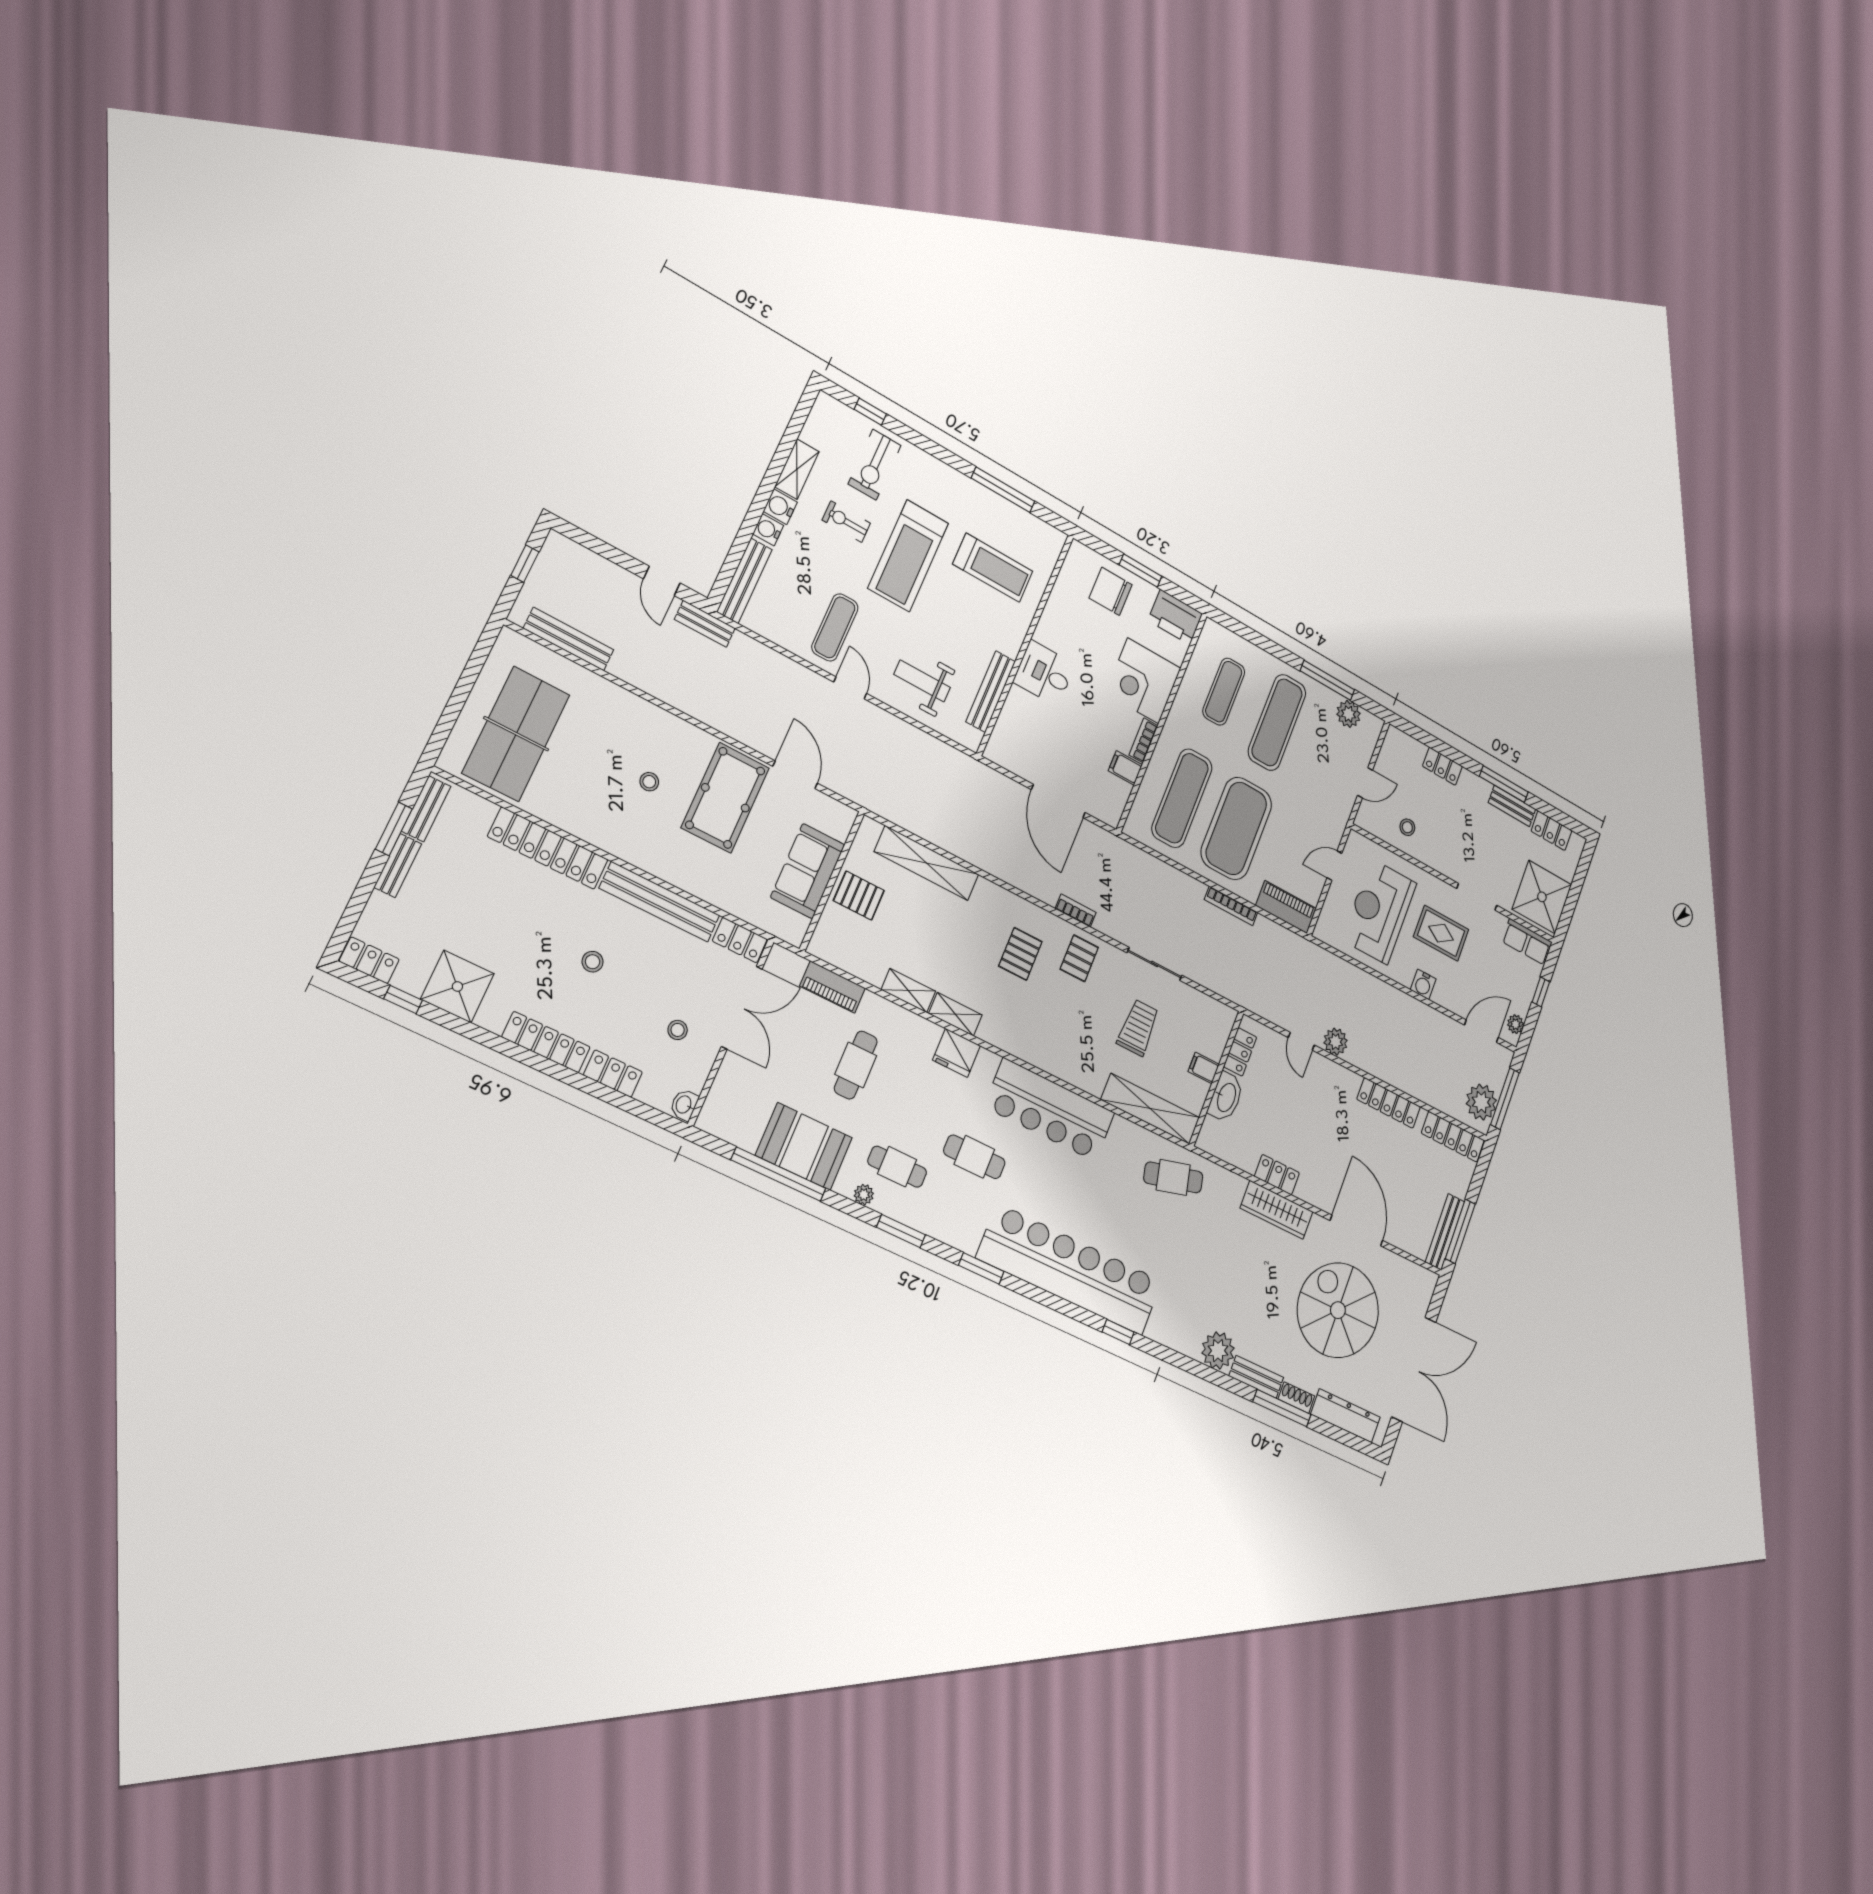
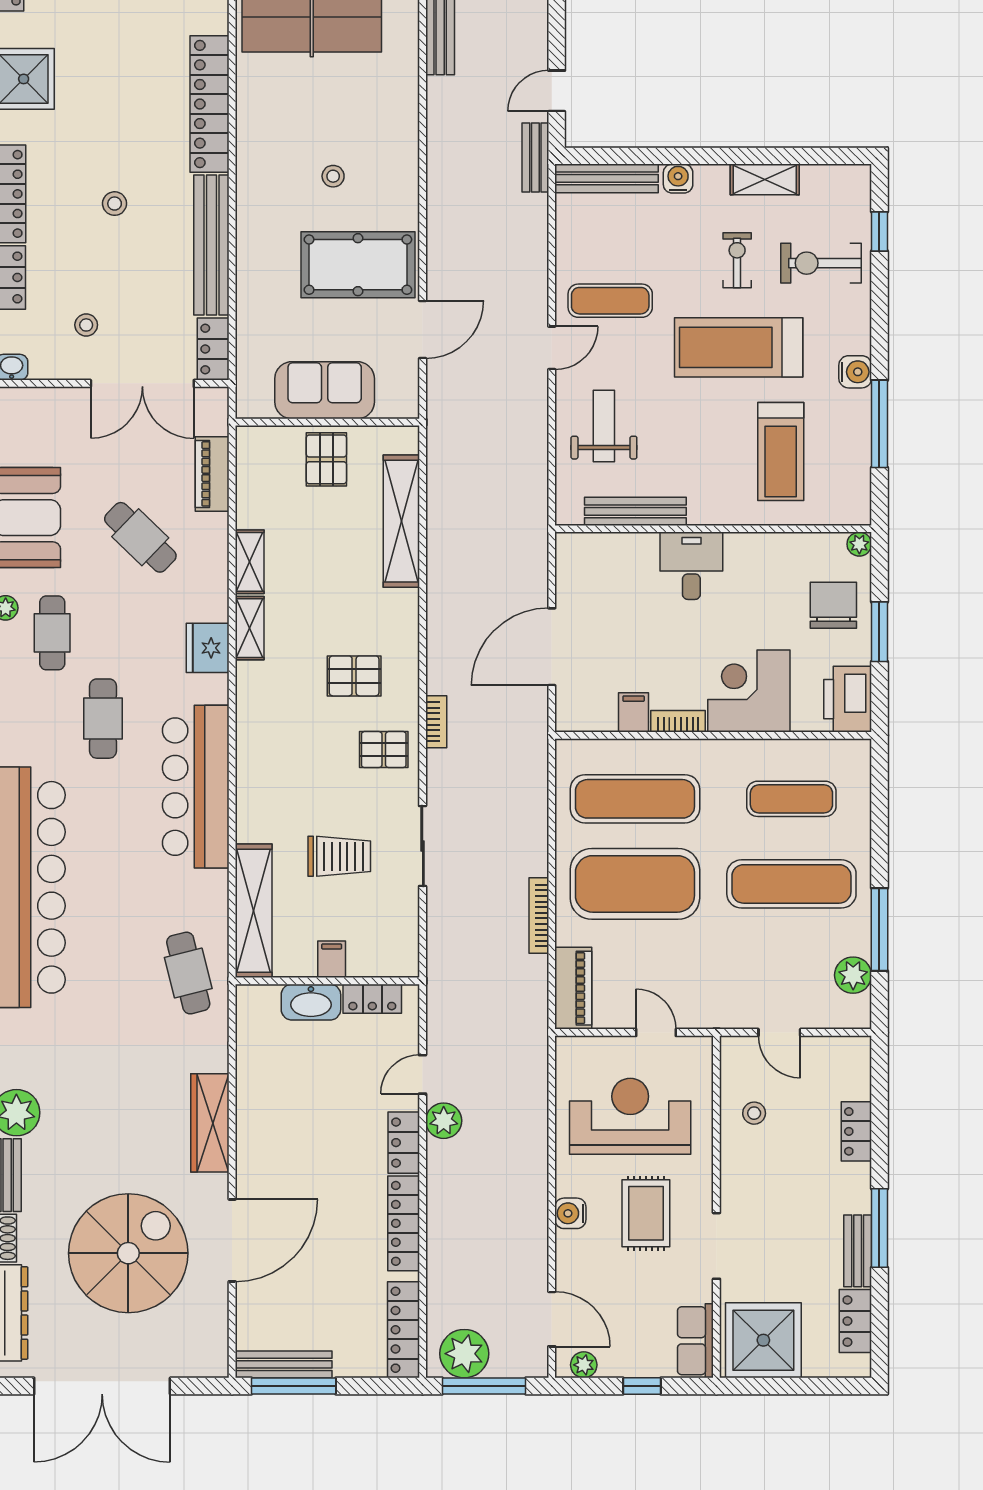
water cooler: (780, 507) -> (855, 372), moved, turned 90
plant: (1078, 550) -> (859, 544), added
cafe table: (856, 1065) -> (140, 537), turned 44
locker: (1277, 1175) -> (404, 1143), moved, turned 180

